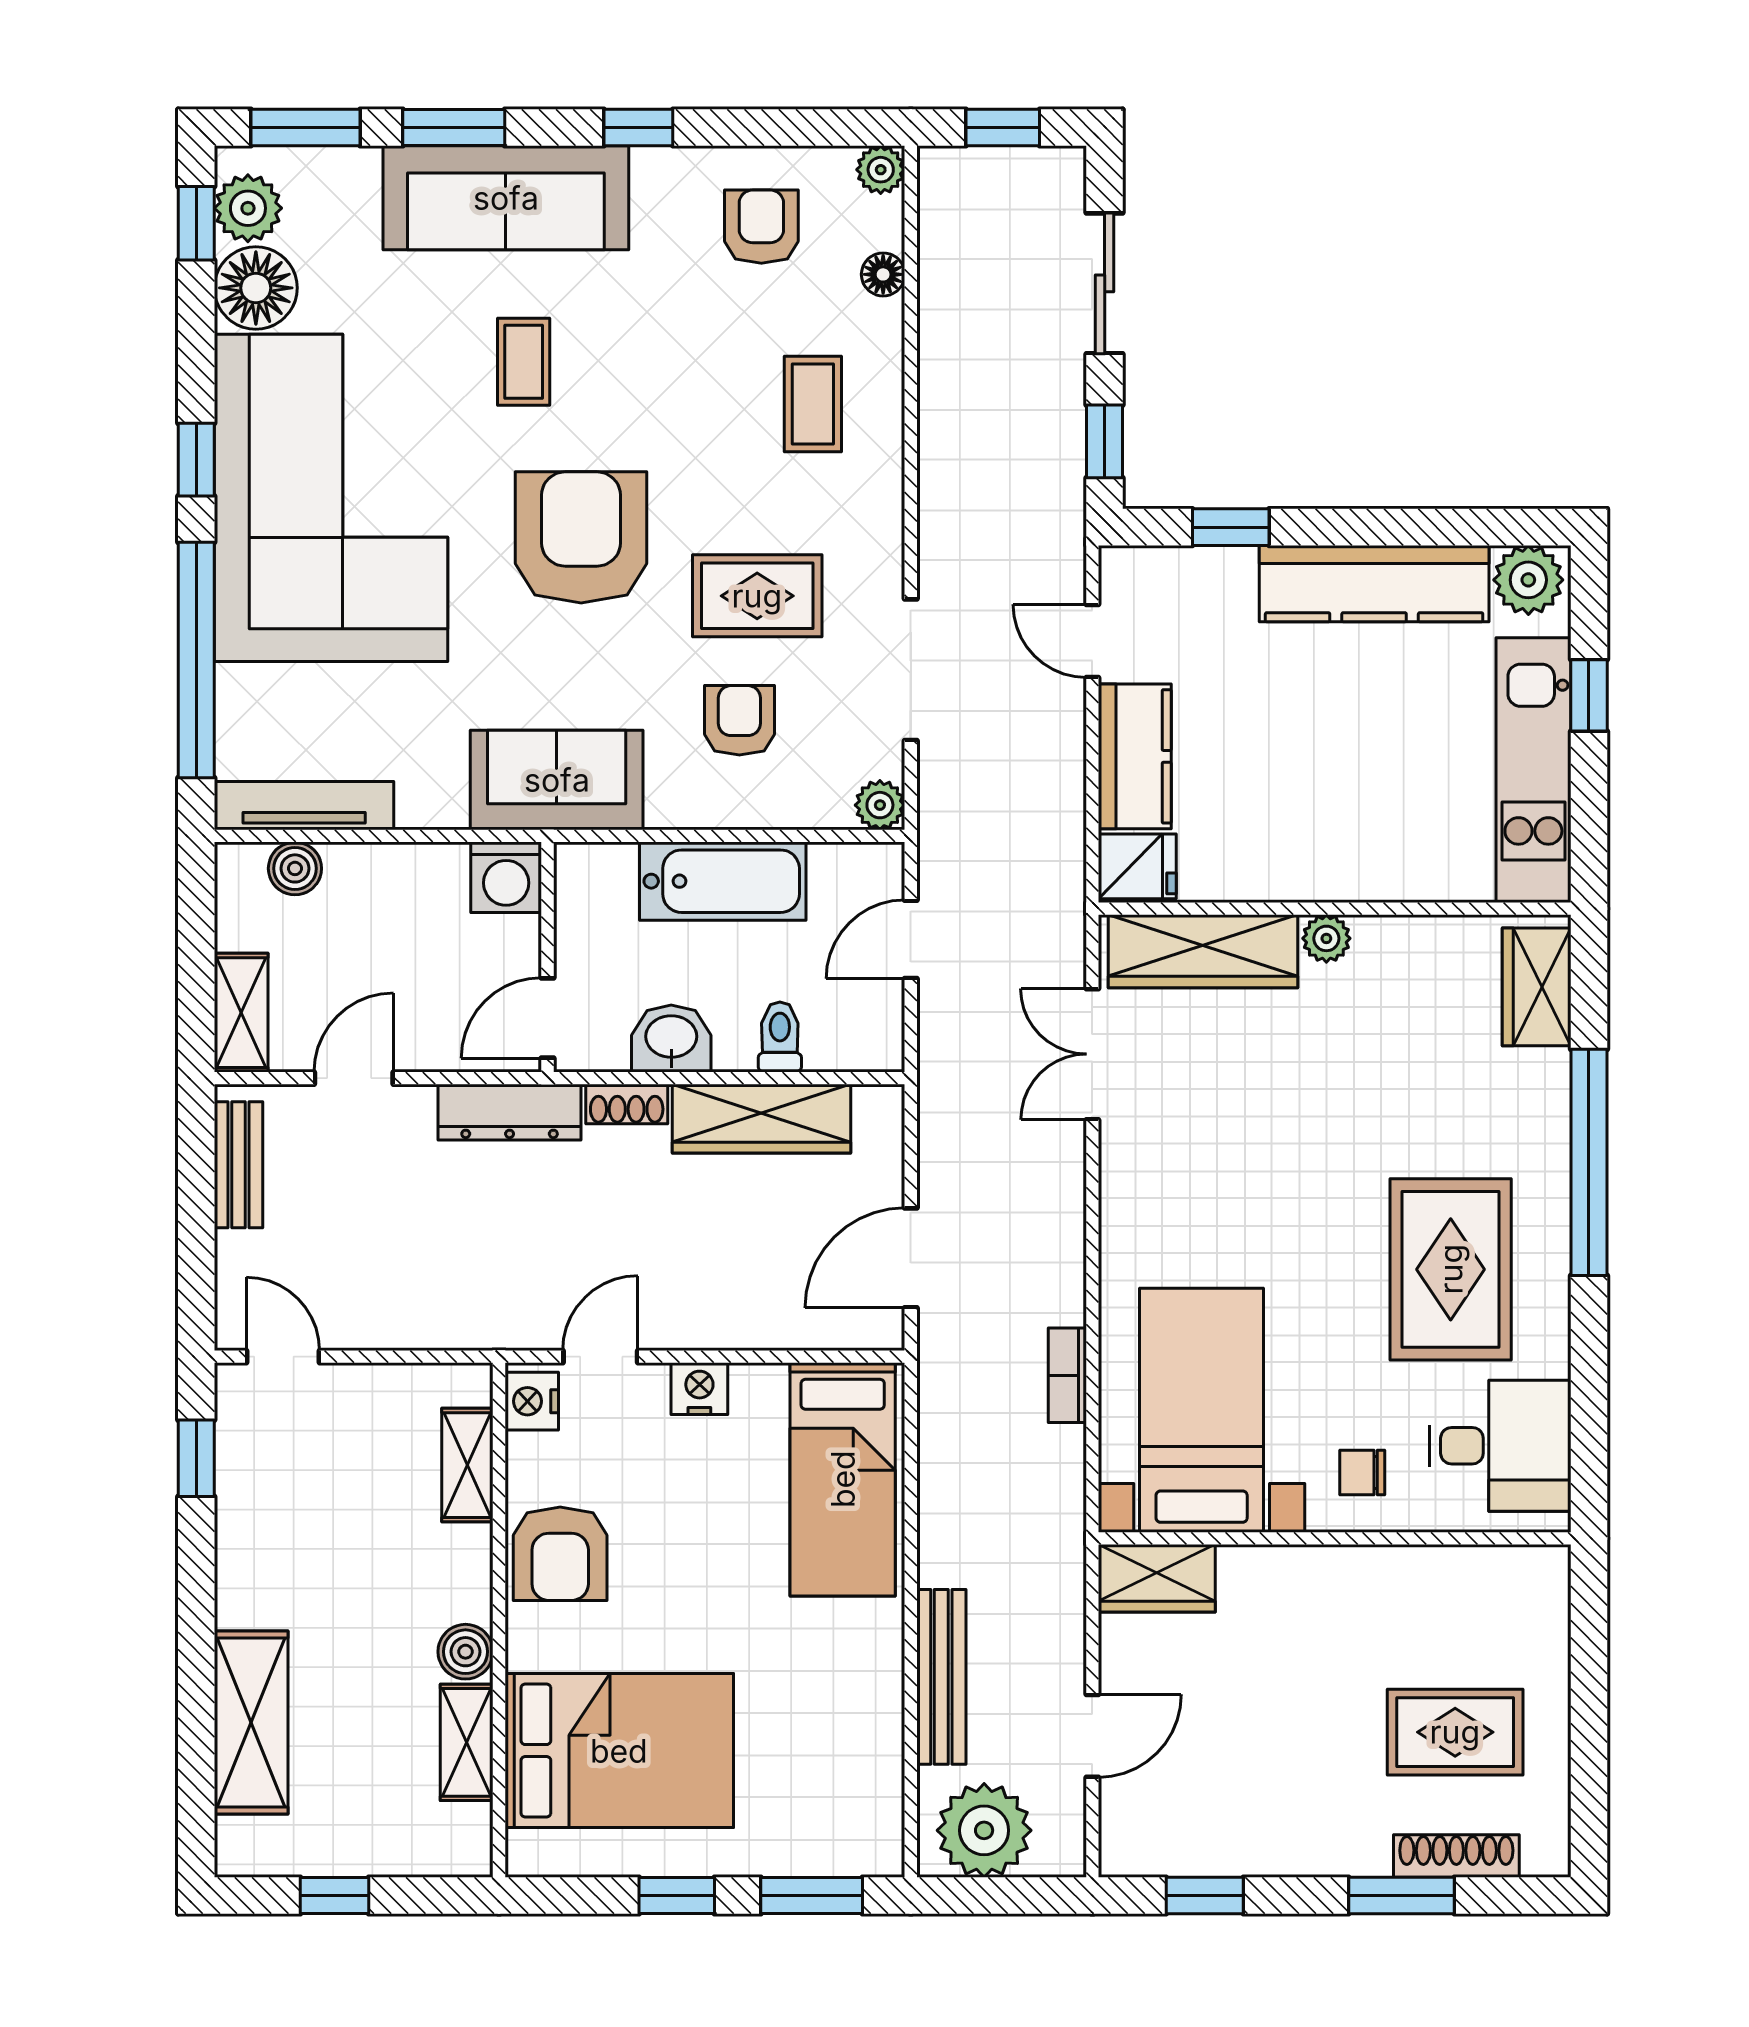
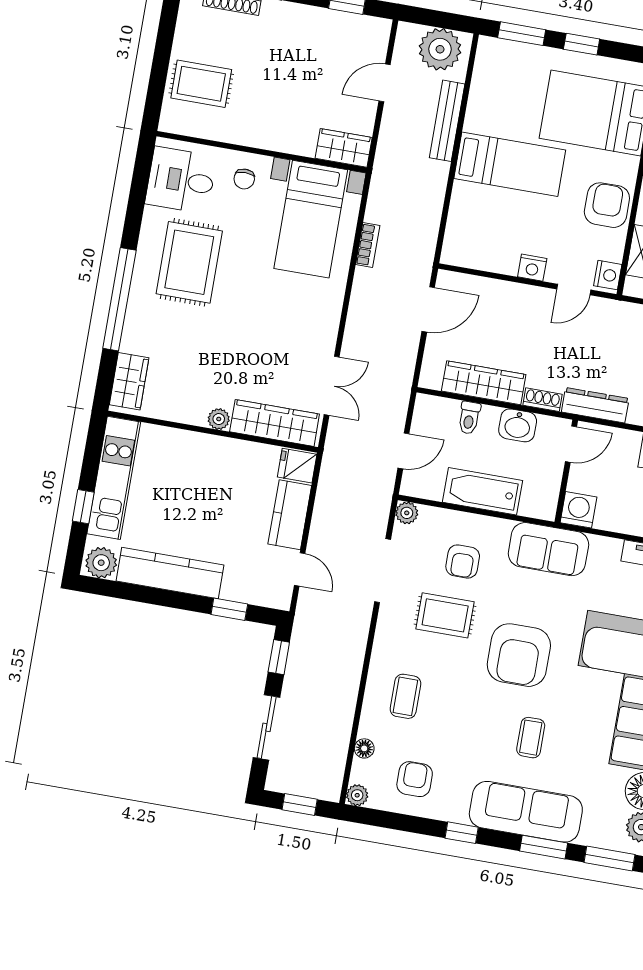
armchair: (761, 227) -> (415, 779), turned 180
chair: (1362, 1472) -> (244, 179), turned 90
bed: (843, 1479) -> (510, 164), moved, turned 90
rug: (1455, 1732) -> (201, 84), moved

